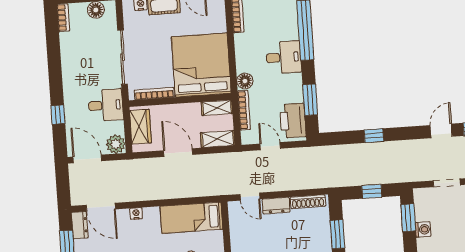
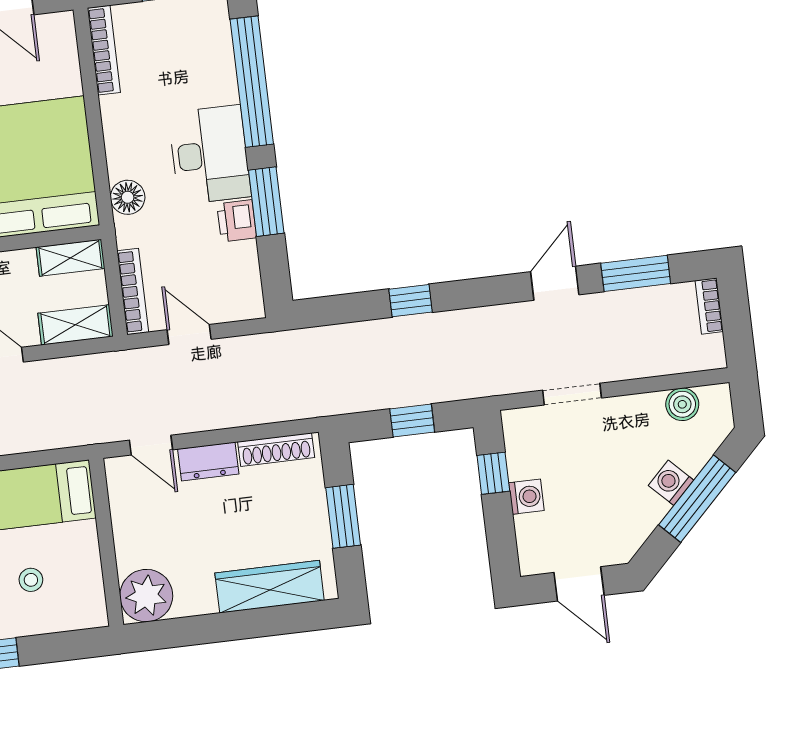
desk: (284, 57) -> (210, 155), width x1.37
window: (310, 100) -> (266, 202), moved
bookcase: (244, 110) -> (133, 291), moved
printer: (293, 121) -> (237, 221), moved, width x0.53, depth x0.68
window: (408, 218) -> (493, 473), width x0.67

